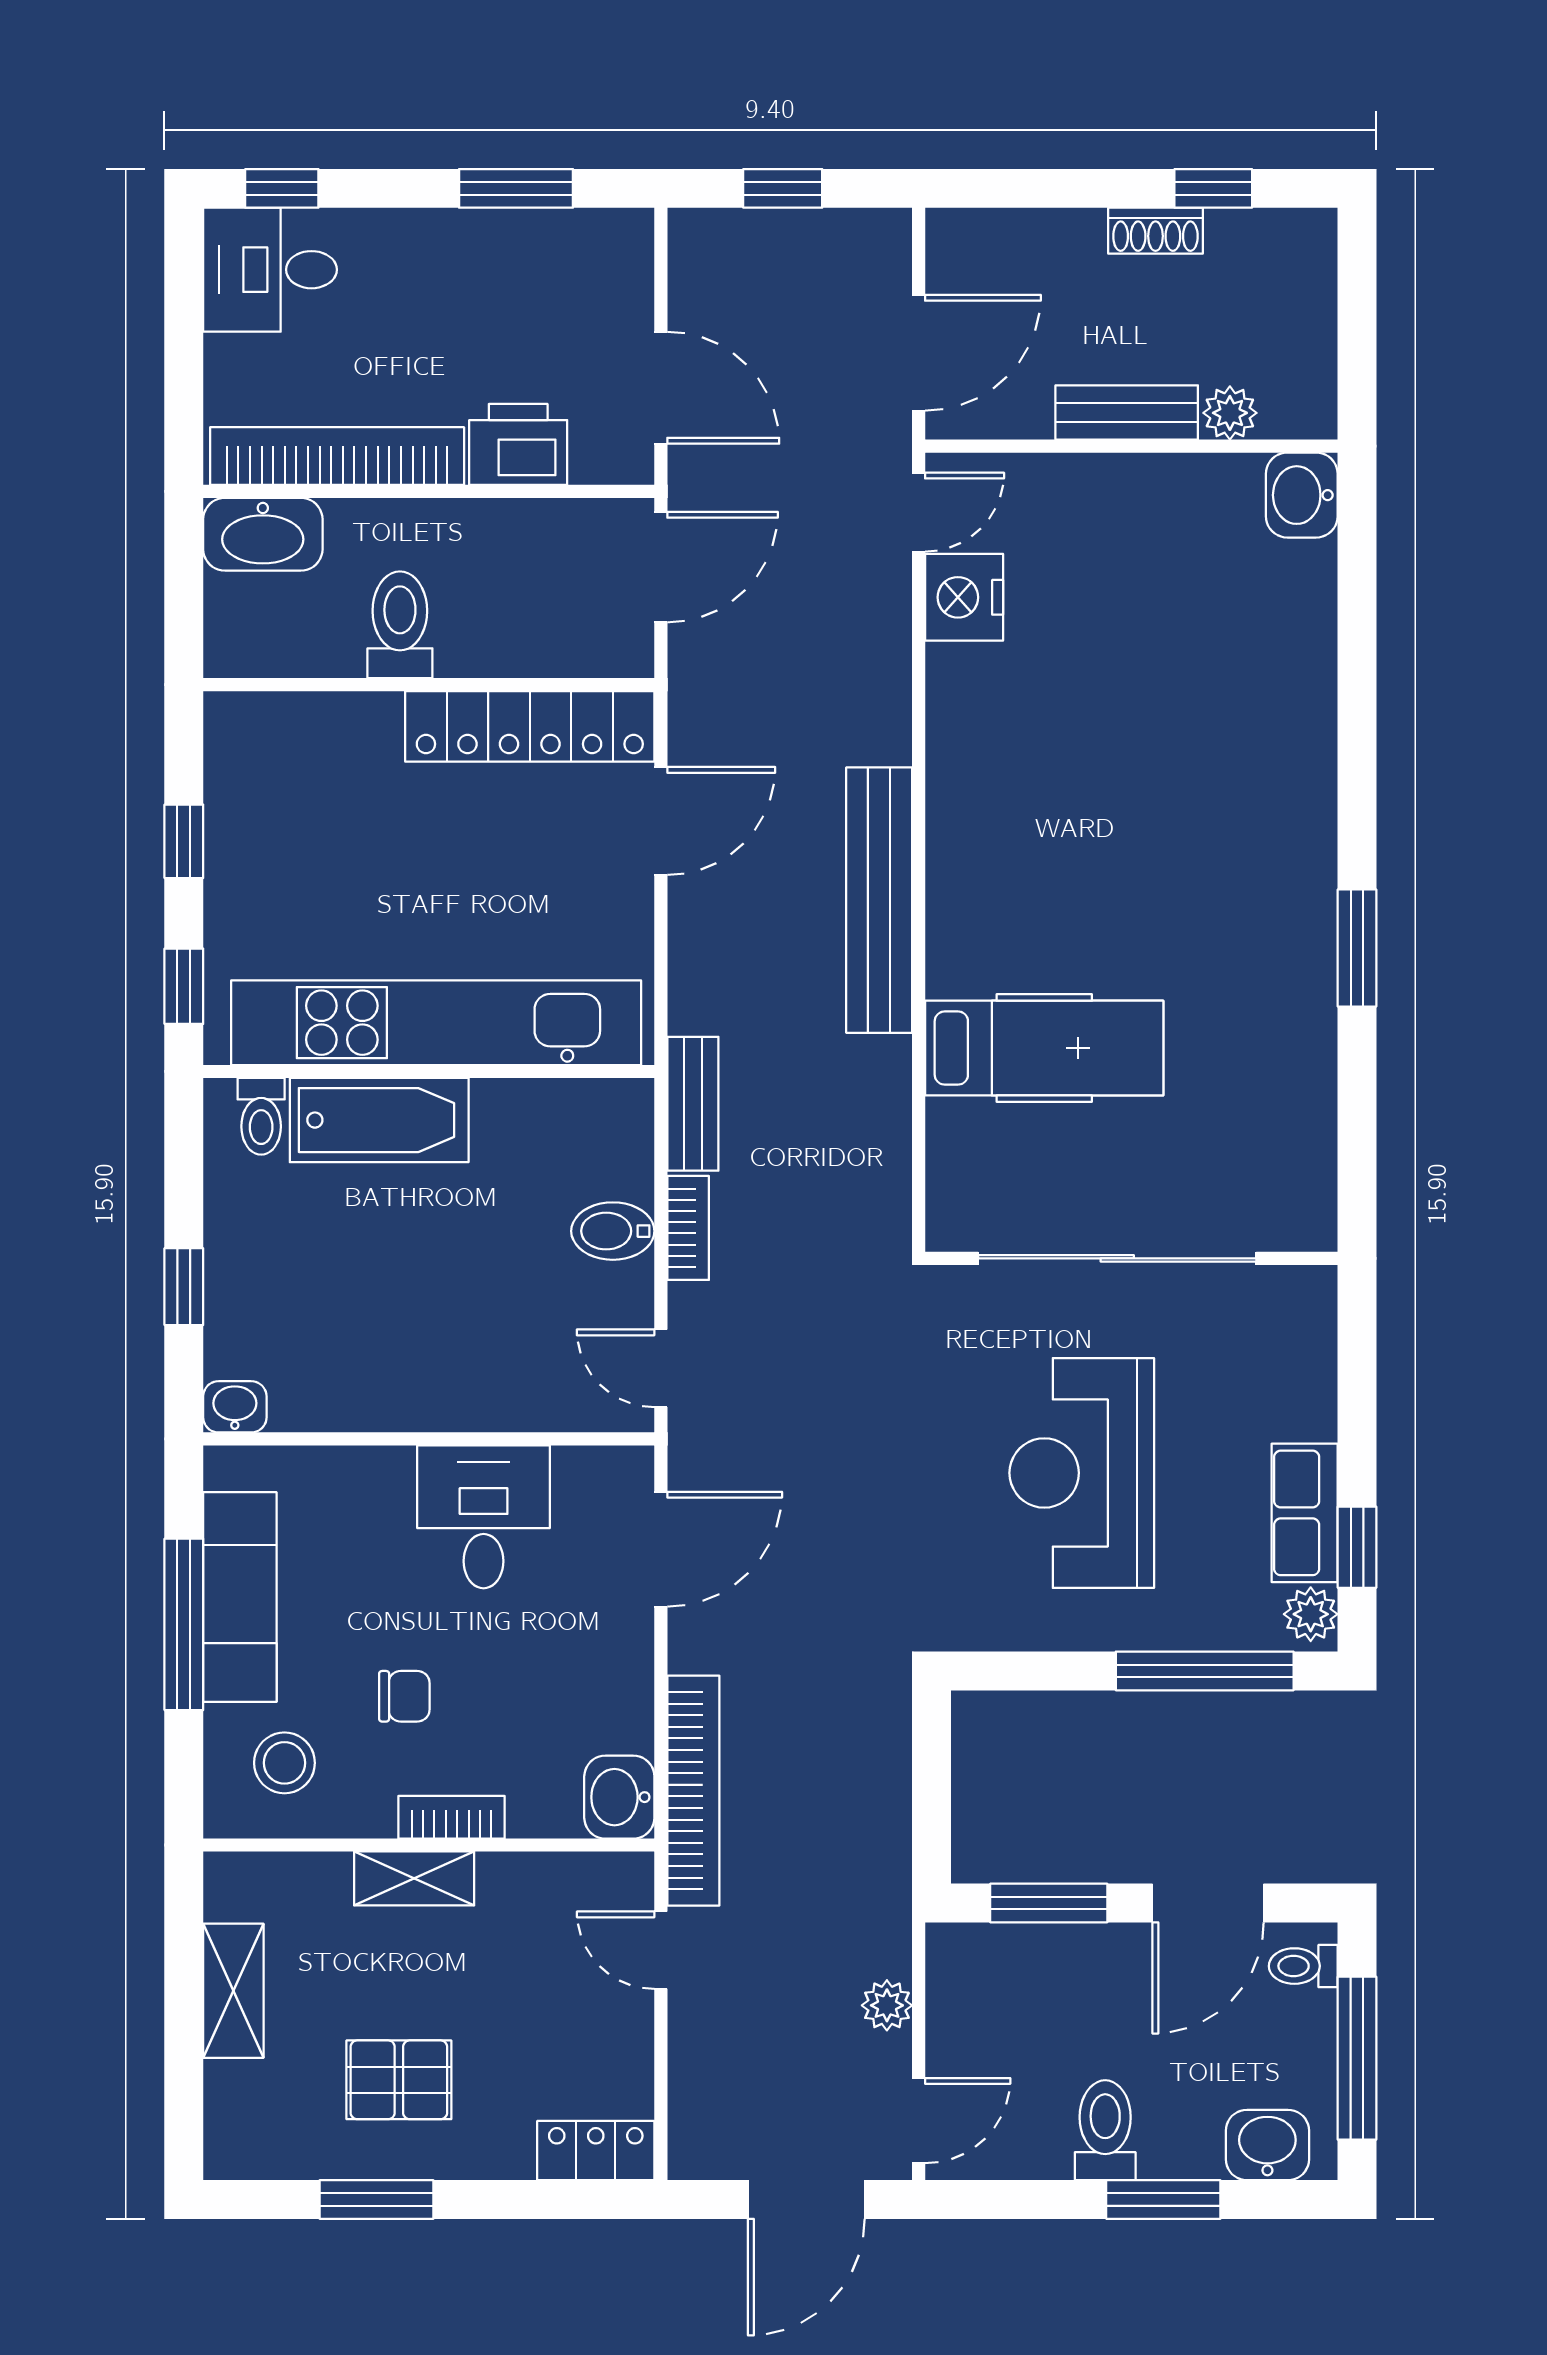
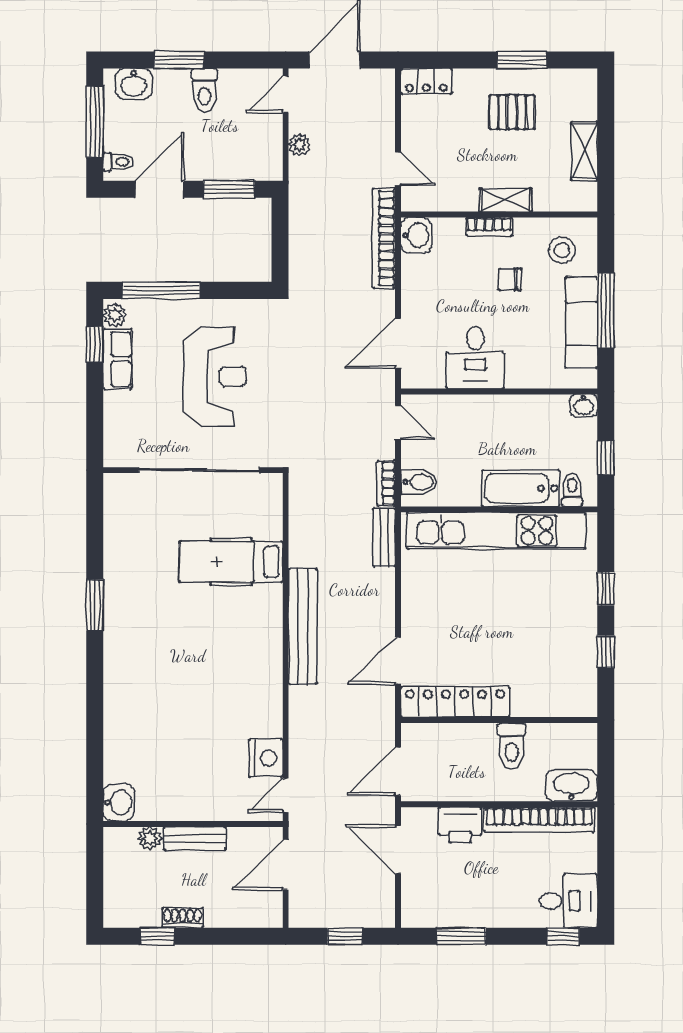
kitchen unit: (436, 1023) -> (496, 531), moved
wall: (429, 1071) -> (499, 509), moved
toilet: (261, 1116) -> (572, 490), moved
bathtub: (379, 1120) -> (521, 488), moved

